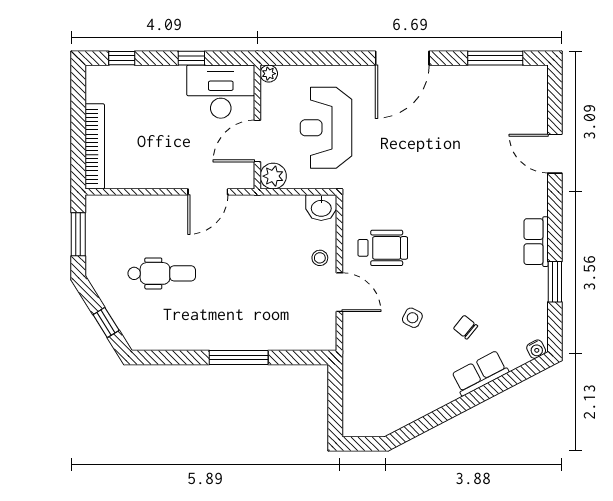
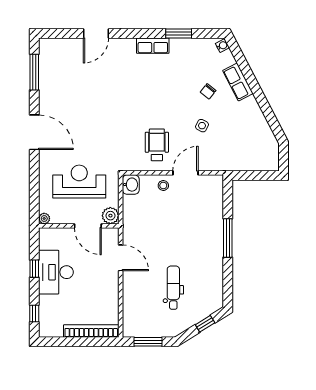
desk: (221, 92) -> (56, 272), moved
reception desk: (326, 128) -> (79, 182), turned 180

